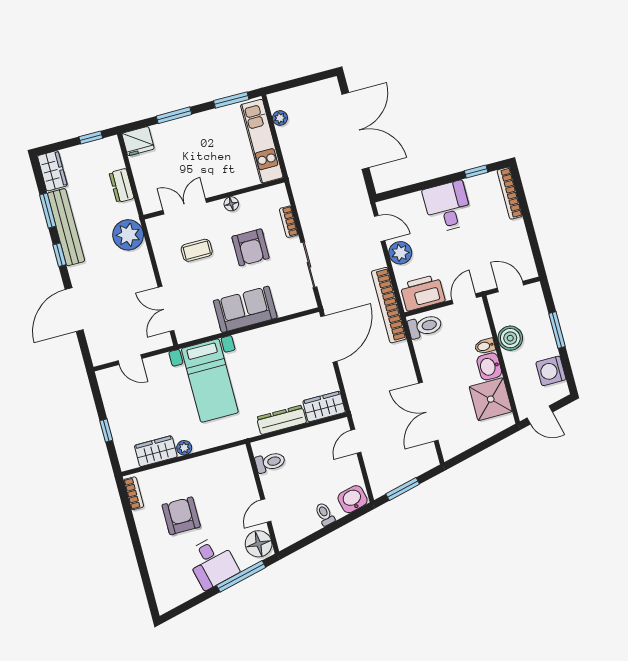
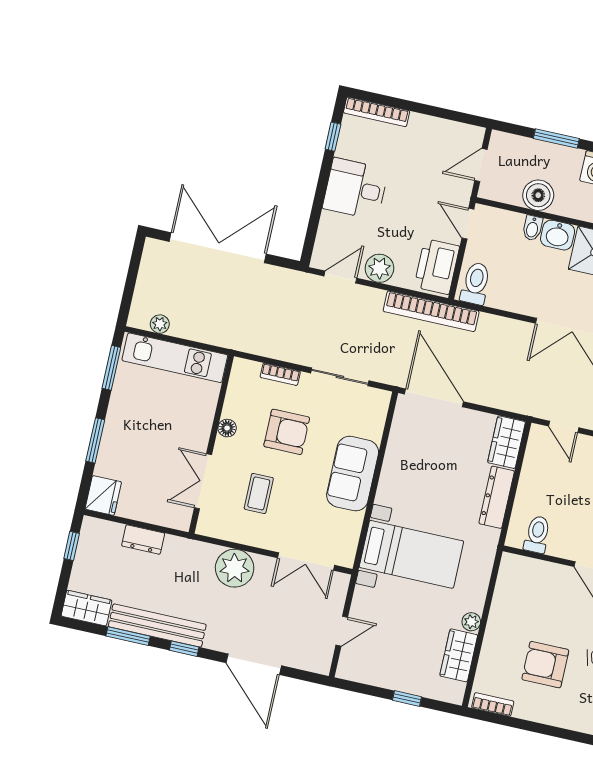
plant: (128, 235) -> (235, 568), moved

